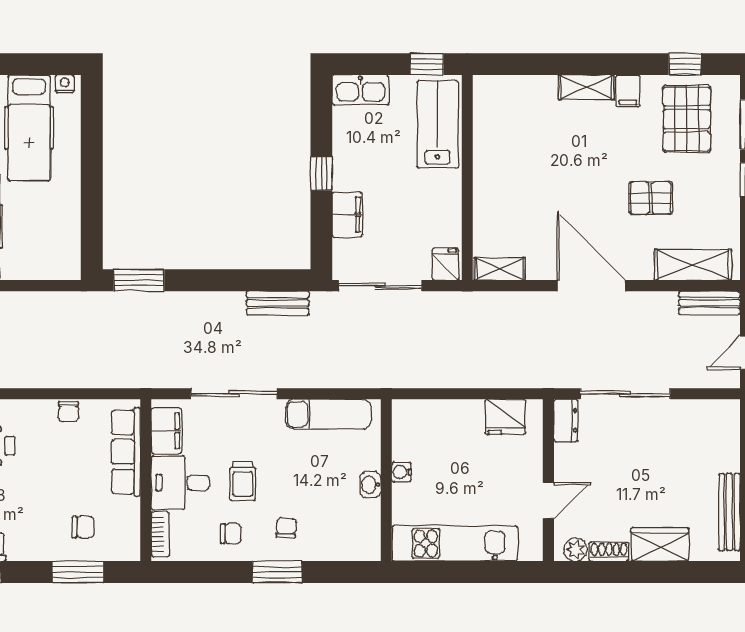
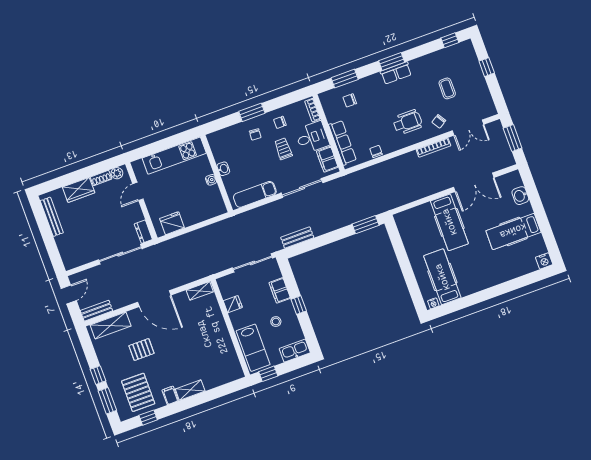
stool: (376, 158) -> (276, 322), added
fridge: (446, 264) -> (233, 304), moved, turned -90

